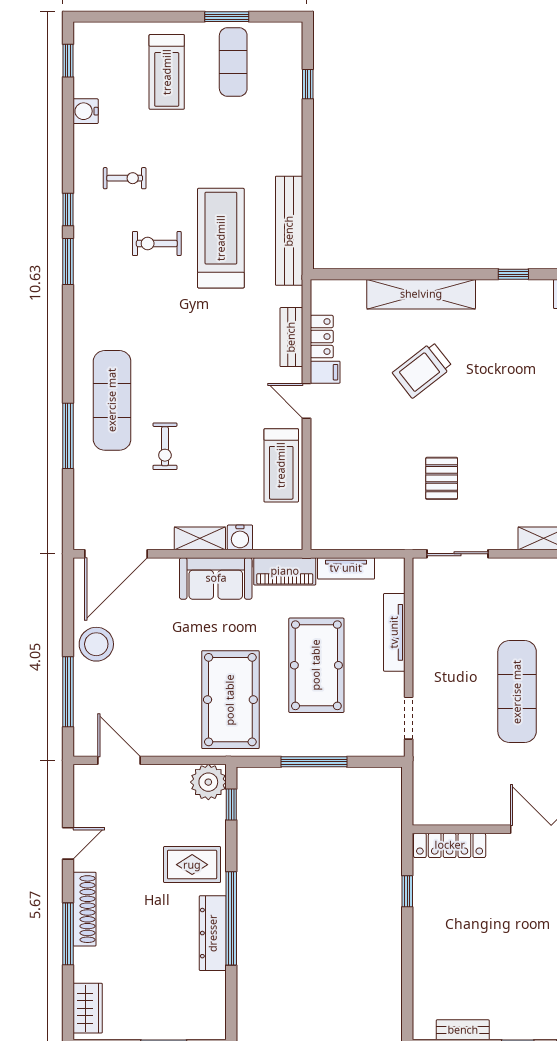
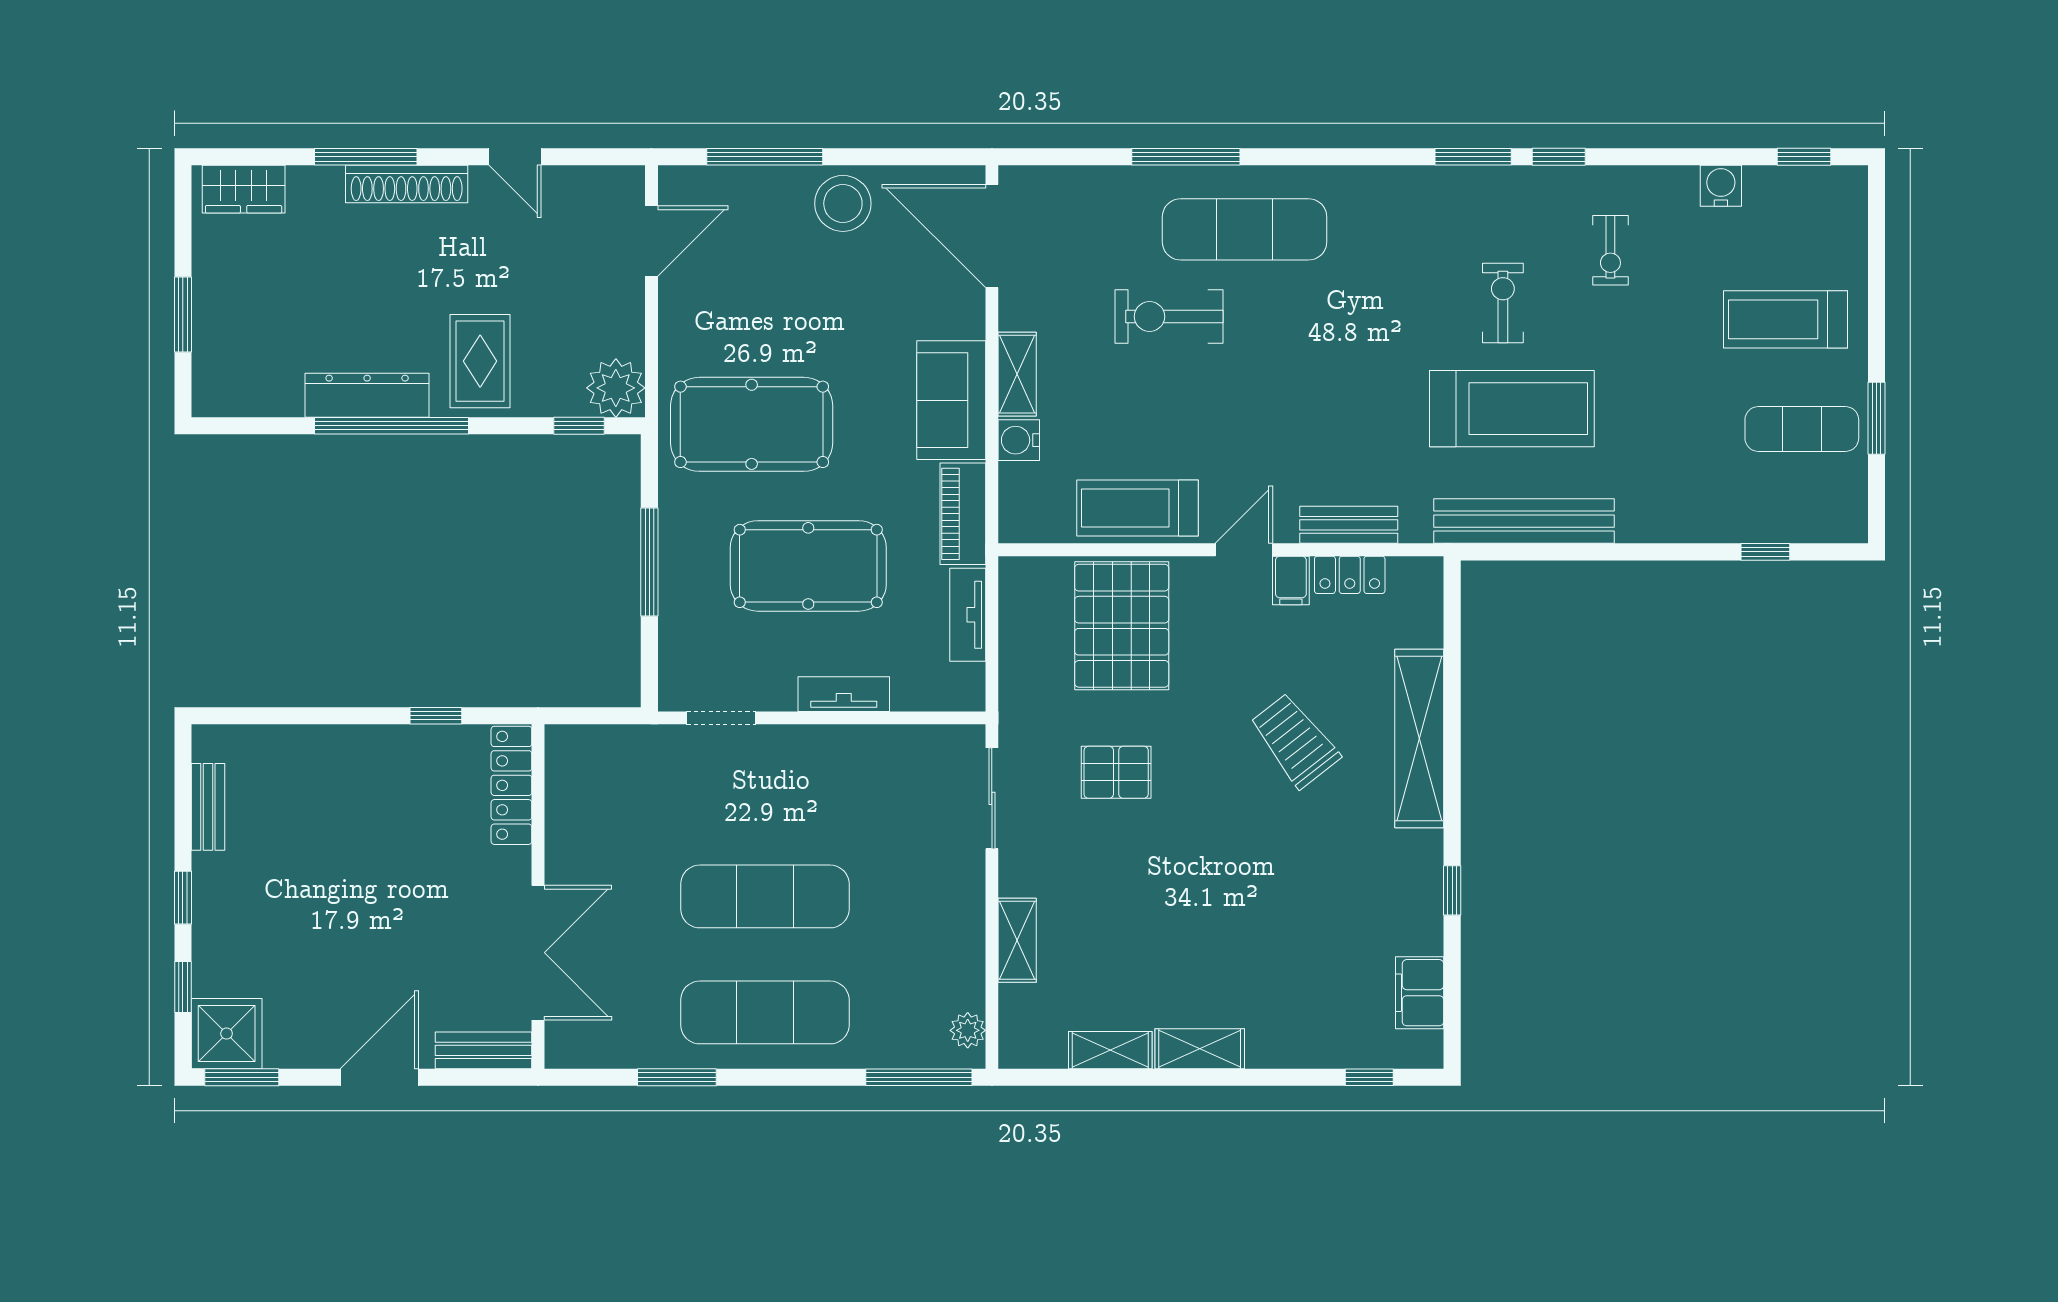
exercise bike: (165, 446) -> (1169, 317), width x1.38, depth x1.39
pallet: (353, 475) -> (1122, 626), added
tv unit: (394, 632) -> (844, 694), width x0.71

